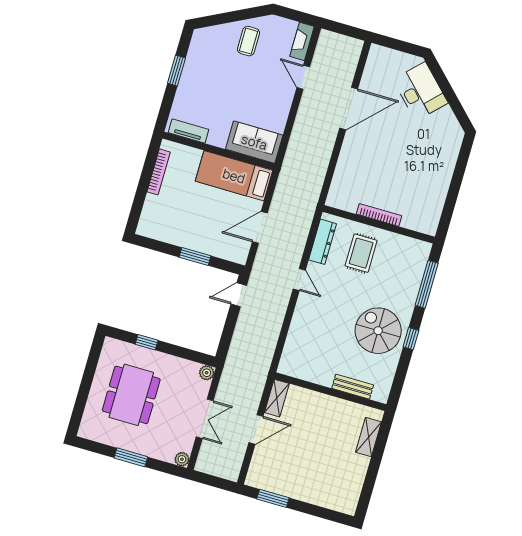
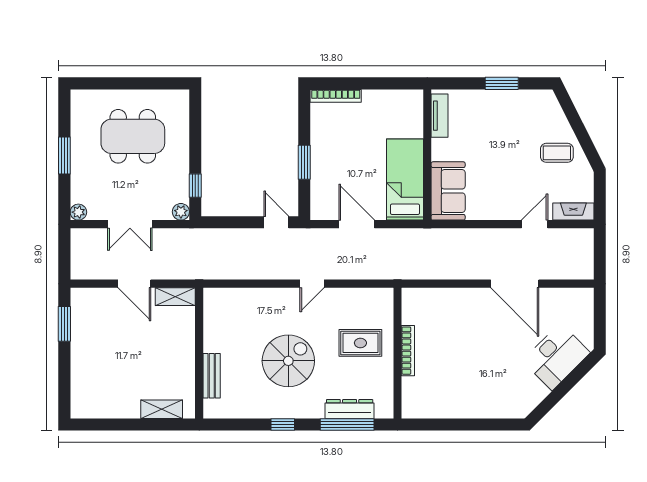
bookcase: (159, 172) -> (336, 96), moved
dresser: (323, 242) -> (350, 409), moved, turned 180
spiral stairs: (378, 331) -> (288, 361), moved
window: (147, 342) -> (195, 186), moved

